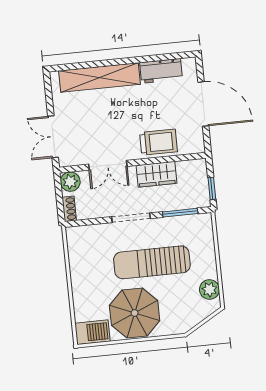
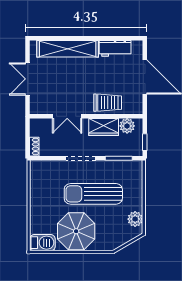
double door: (53, 137) -> (28, 79), moved
plant: (70, 182) -> (127, 126), moved

